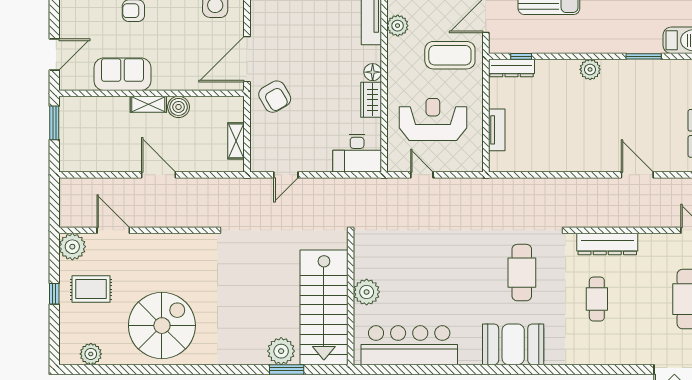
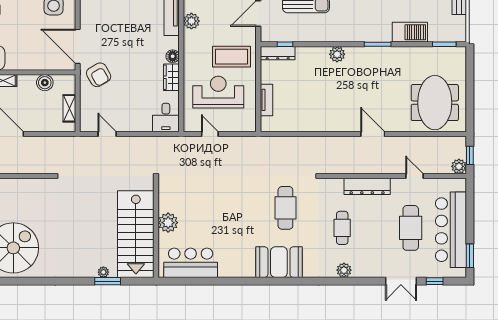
coffee table: (450, 55) -> (231, 57), moved
door: (247, 59) -> (78, 46), hinge flipped
boiler: (179, 107) -> (45, 83), moved
desk: (357, 153) -> (166, 118), width x0.73
door: (286, 175) -> (107, 134), swing flipped
dresser: (607, 244) -> (367, 186), moved
bar counter: (409, 345) -> (191, 263), width x0.73
plant: (281, 351) -> (103, 272), width x0.53, depth x0.53
plant: (599, 355) -> (344, 270), added

